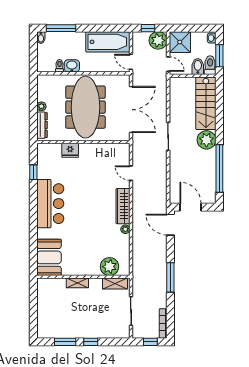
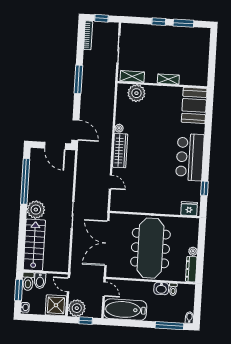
dresser: (42, 125) -> (191, 269), moved
fridge: (70, 150) -> (189, 209), moved

